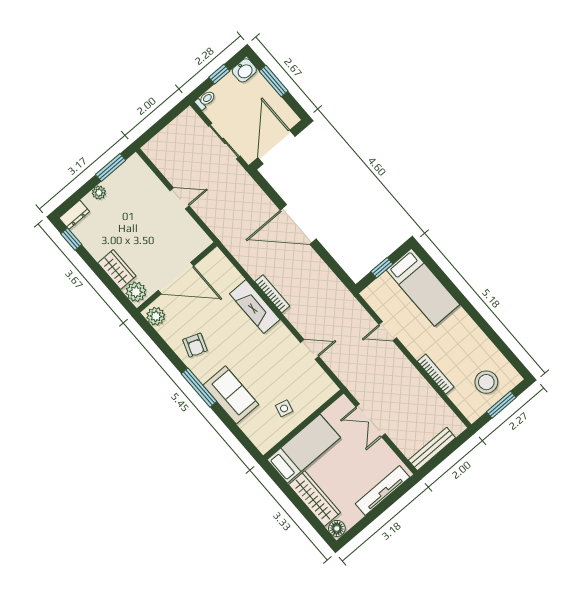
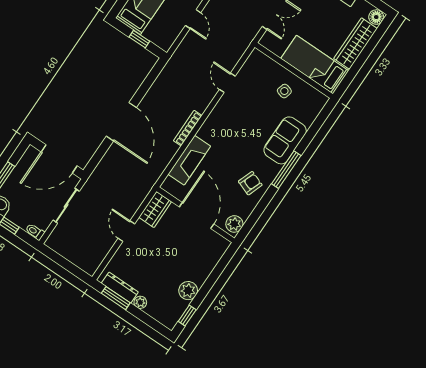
dresser: (74, 215) -> (120, 288), moved, width x1.44
wardrobe: (117, 270) -> (155, 209), moved, turned 180
plant: (136, 292) -> (188, 291), moved
fireplace: (255, 307) -> (189, 160), moved

